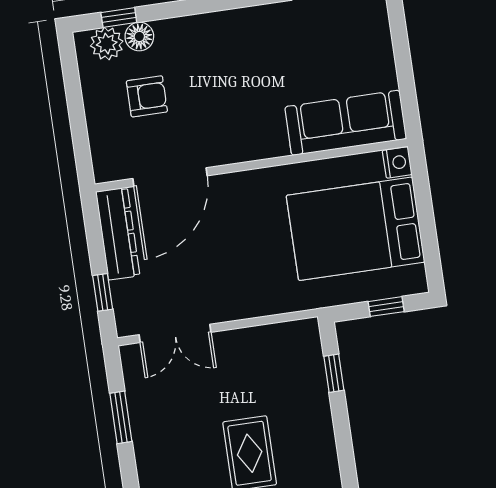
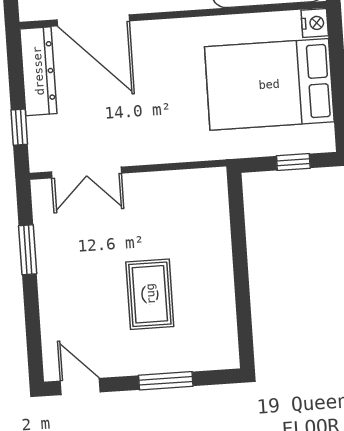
door: (170, 177) -> (93, 20), hinge flipped
window: (334, 373) -> (238, 223), removed

